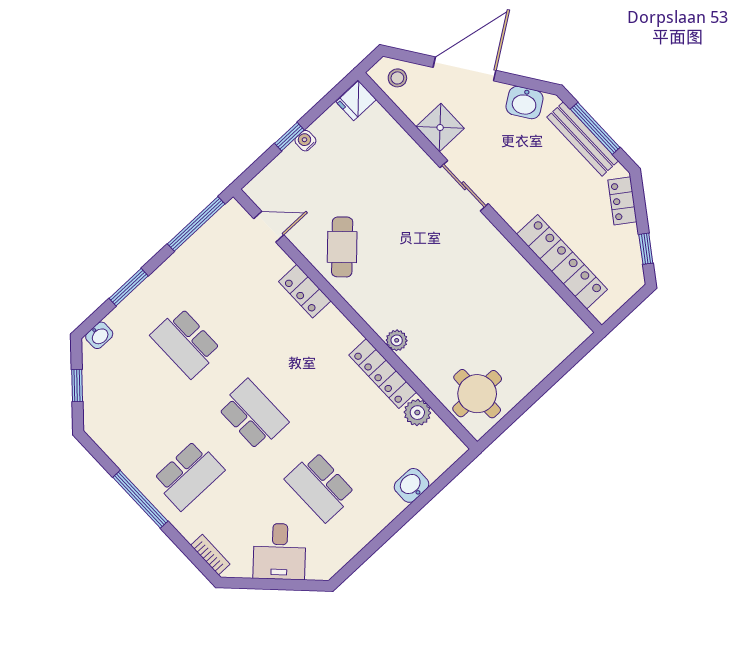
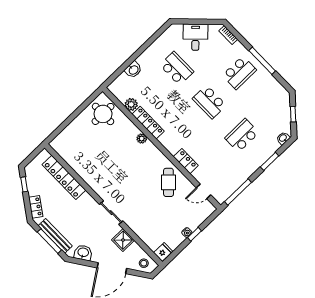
school desk: (186, 343) -> (242, 135), turned -90
school desk: (188, 475) -> (239, 73), turned 180

